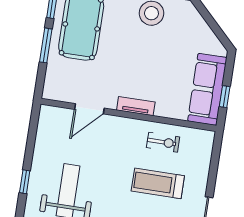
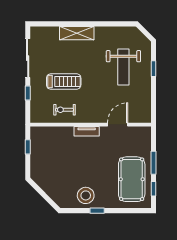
sofa: (207, 89) -> (40, 150), removed
window: (213, 175) -> (28, 93), added

